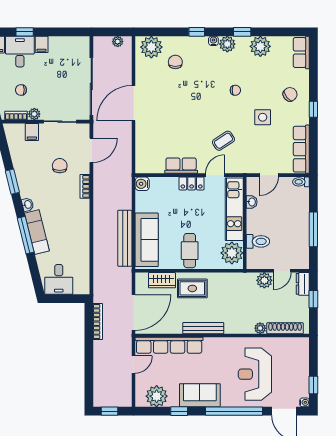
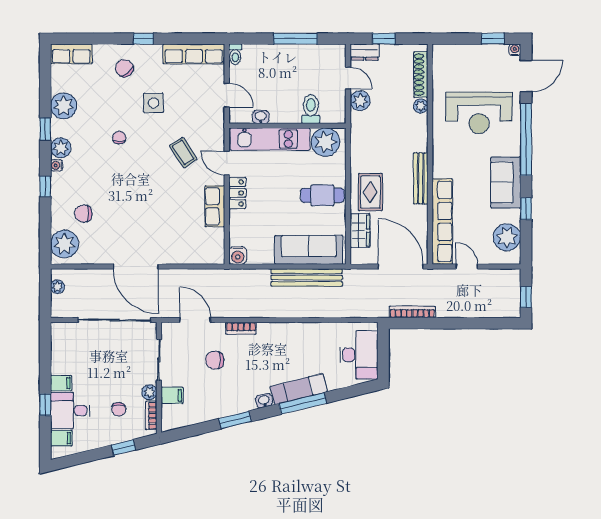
desk: (59, 279) -> (359, 355), width x1.37

